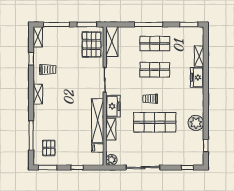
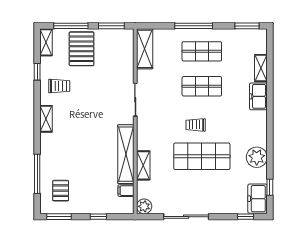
pallet: (92, 44) -> (82, 49), moved
freezer: (113, 106) -> (258, 199), moved, turned 180

